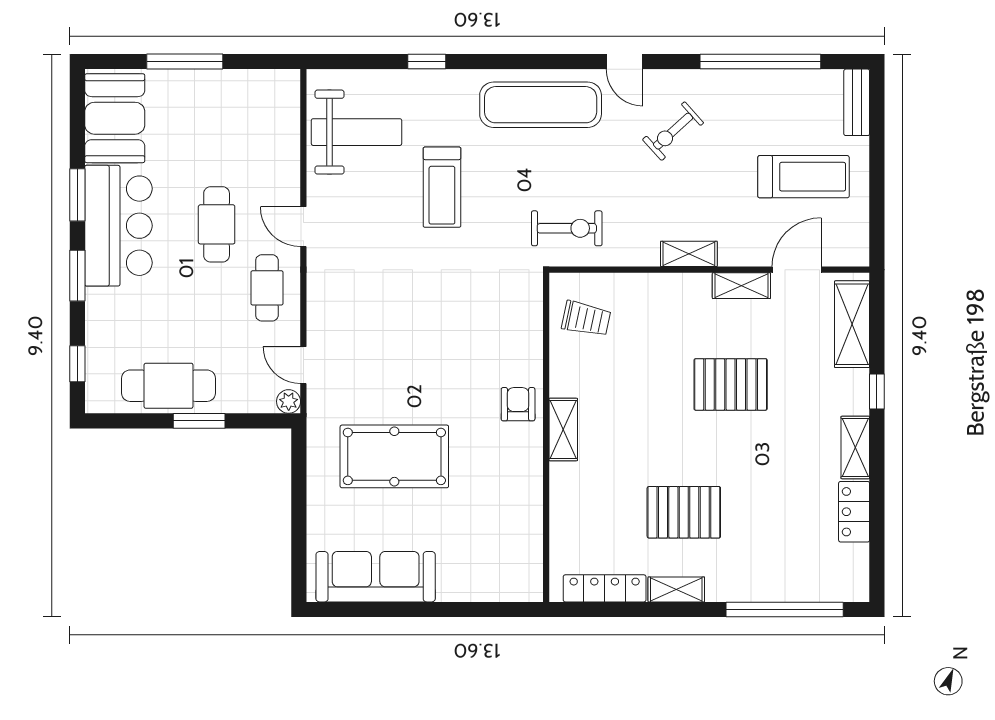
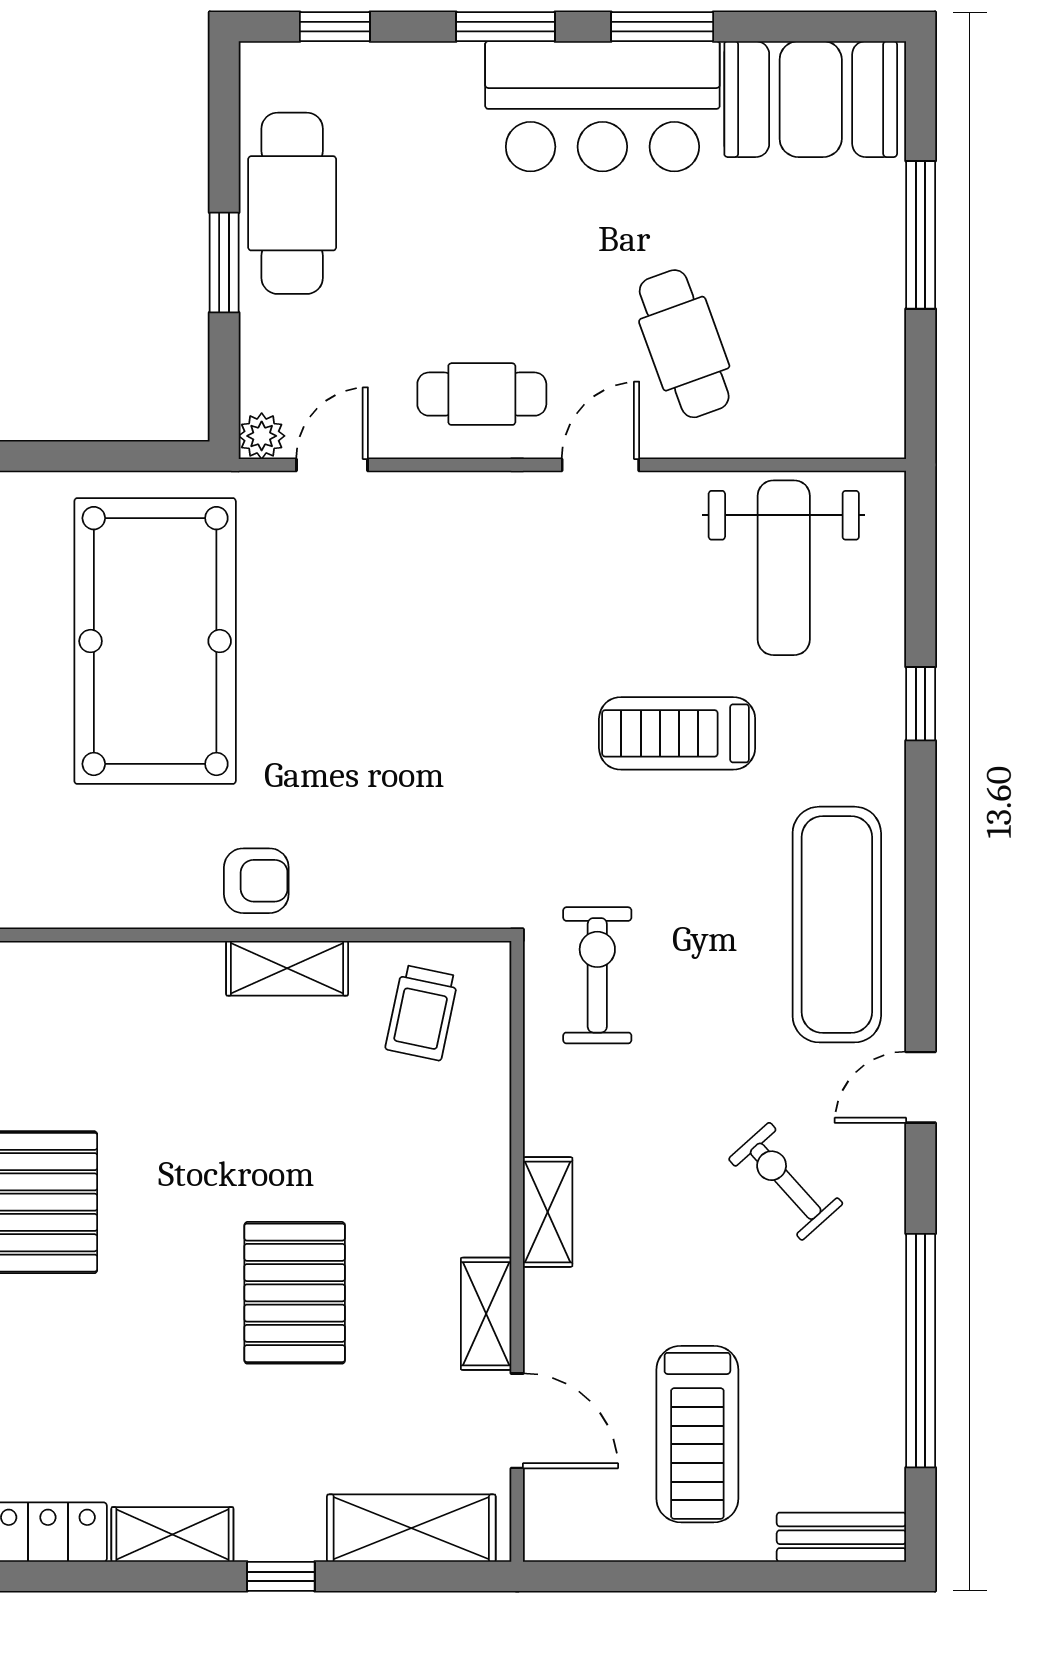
cafe table: (217, 224) -> (684, 344), moved, turned 70
exercise bike: (567, 228) -> (597, 975), turned 180
shelving: (563, 429) -> (287, 968), moved
pool table: (394, 456) -> (155, 641), width x1.36, depth x1.32

